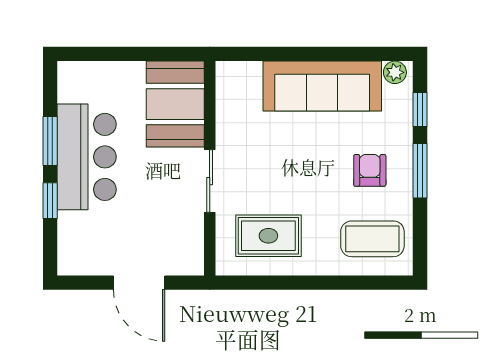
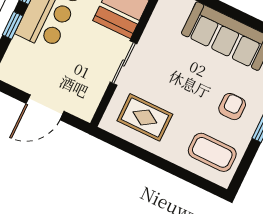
door: (139, 283) -> (45, 107), hinge flipped

